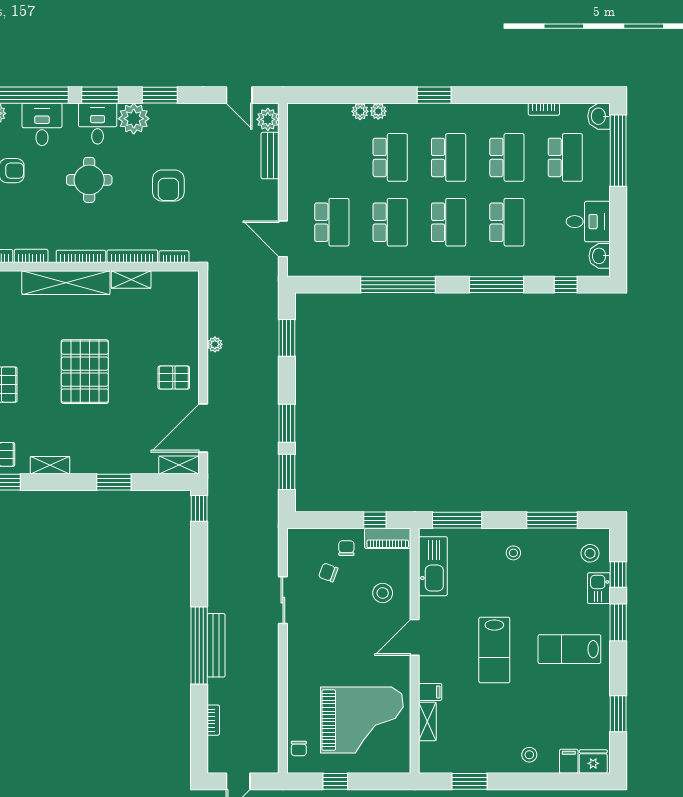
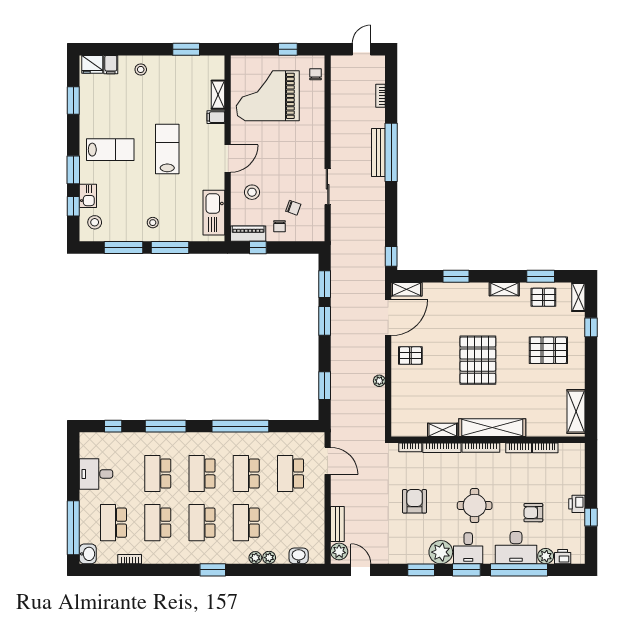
desk: (42, 124) -> (516, 548), width x1.37
washbasin: (600, 256) -> (299, 556), moved, turned -90
window: (457, 520) -> (170, 248), moved

